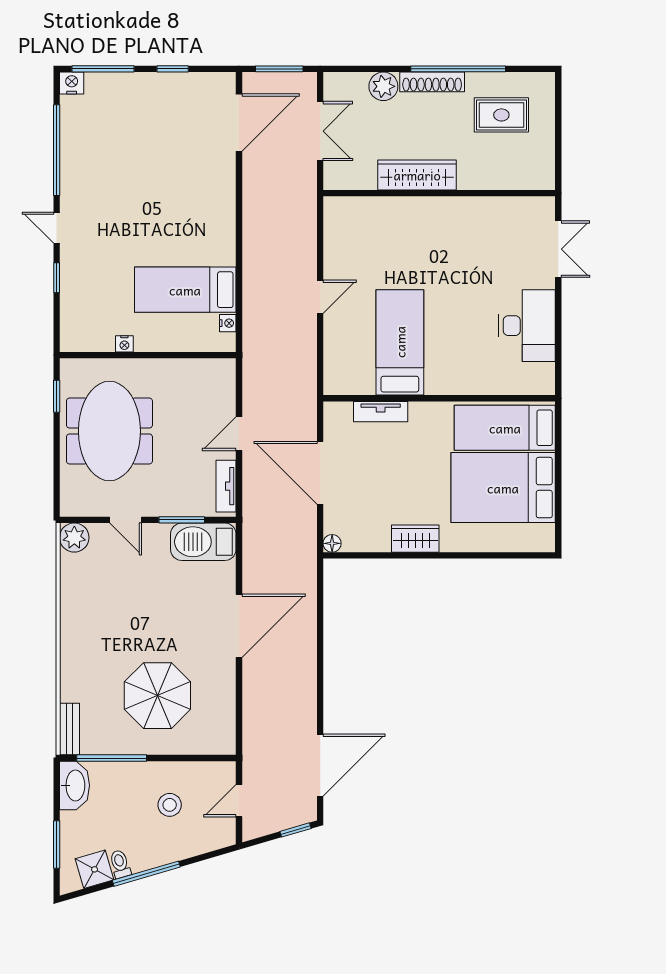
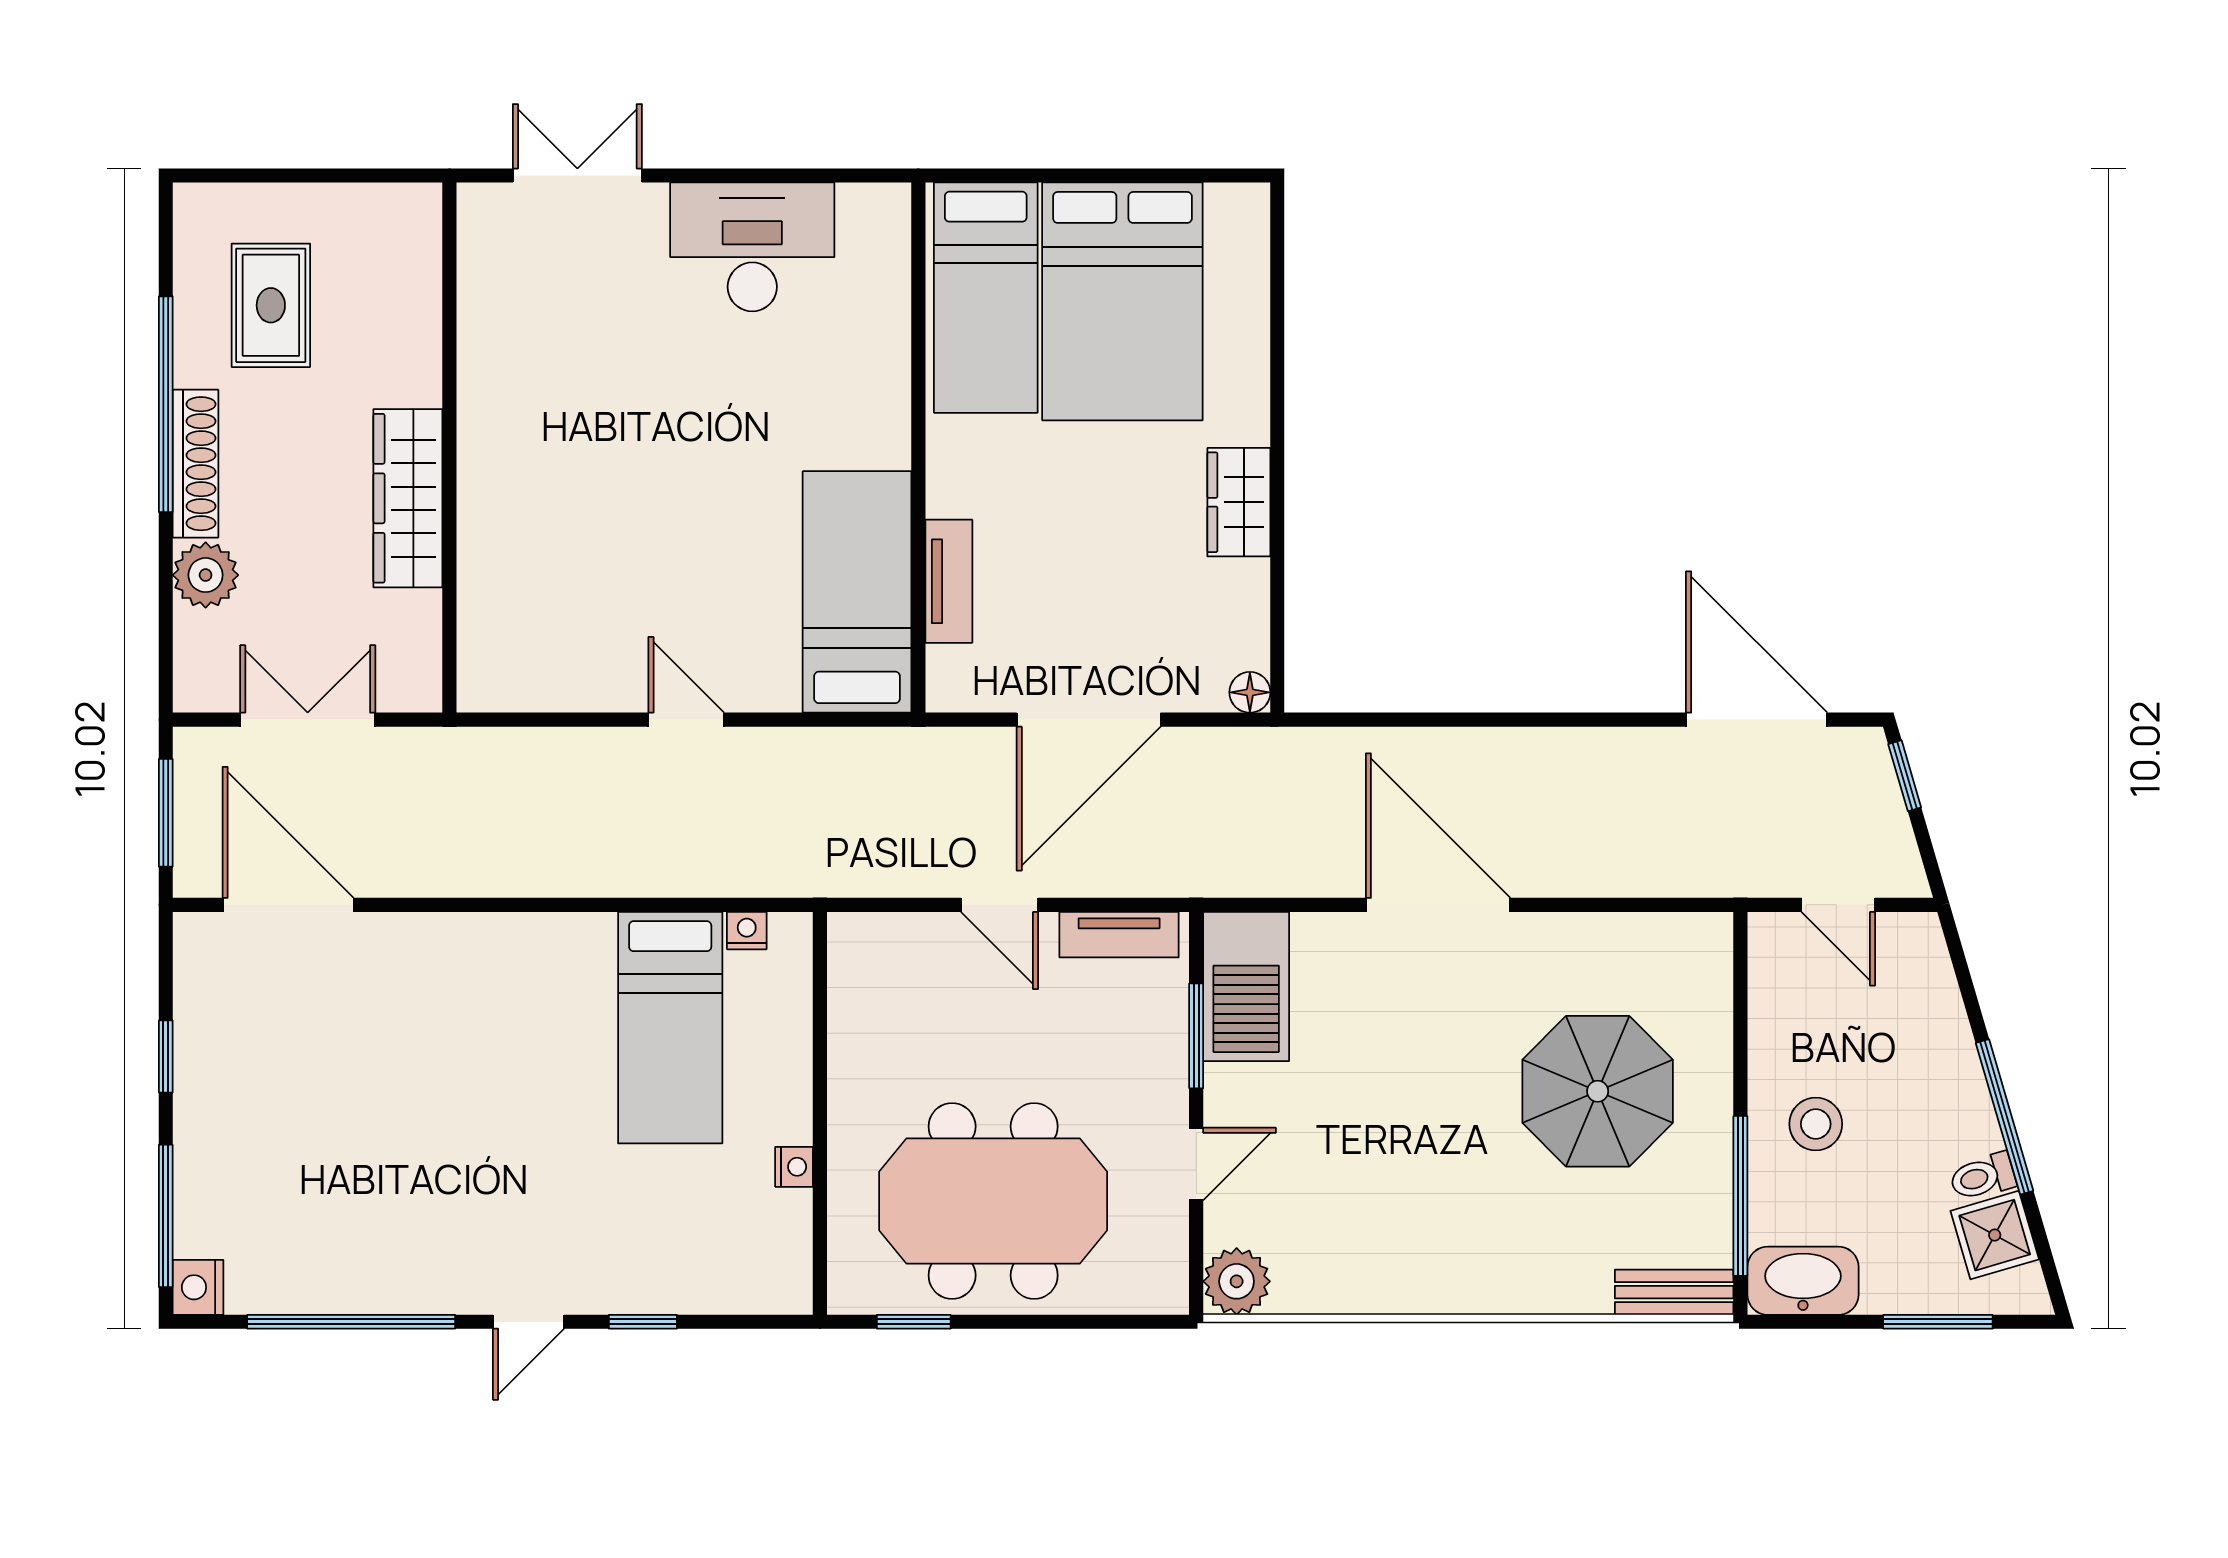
bed: (400, 342) -> (857, 592), moved, turned 90
stool: (170, 805) -> (1816, 1124), moved

